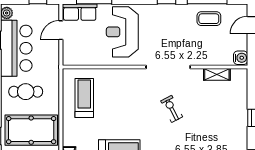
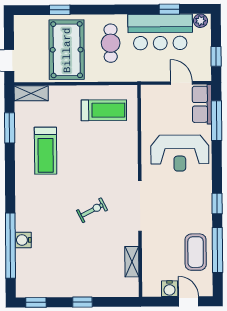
coffee table: (209, 19) -> (196, 252), width x1.36, depth x1.30
reception desk: (122, 32) -> (180, 153), turned 180
water cooler: (241, 58) -> (170, 289), moved

